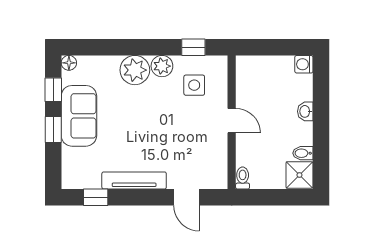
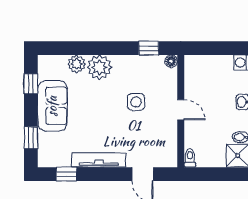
floor lamp: (69, 63) -> (171, 61), moved
plant: (162, 66) -> (77, 64), moved
side table: (194, 85) -> (136, 102), moved
window: (53, 130) -> (31, 138), moved

